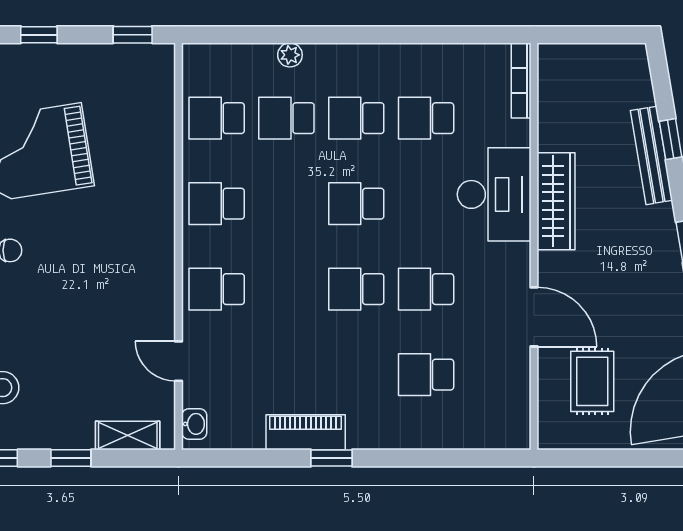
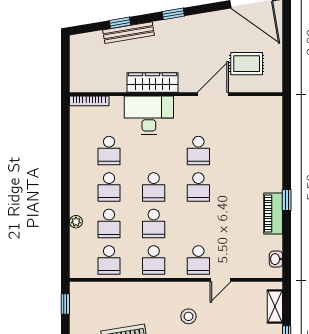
stool: (109, 270) -> (188, 316), added
door: (179, 361) -> (221, 280), moved
school desk: (426, 375) -> (154, 224), moved
washbasin: (194, 424) -> (276, 259), moved, turned -90

